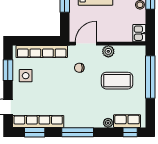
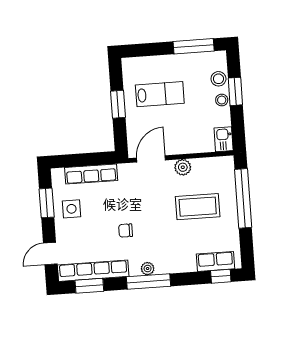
row of seats: (42, 51) -> (91, 174), width x0.73
chair: (79, 68) -> (126, 231), moved
plant: (108, 123) -> (148, 269), moved

